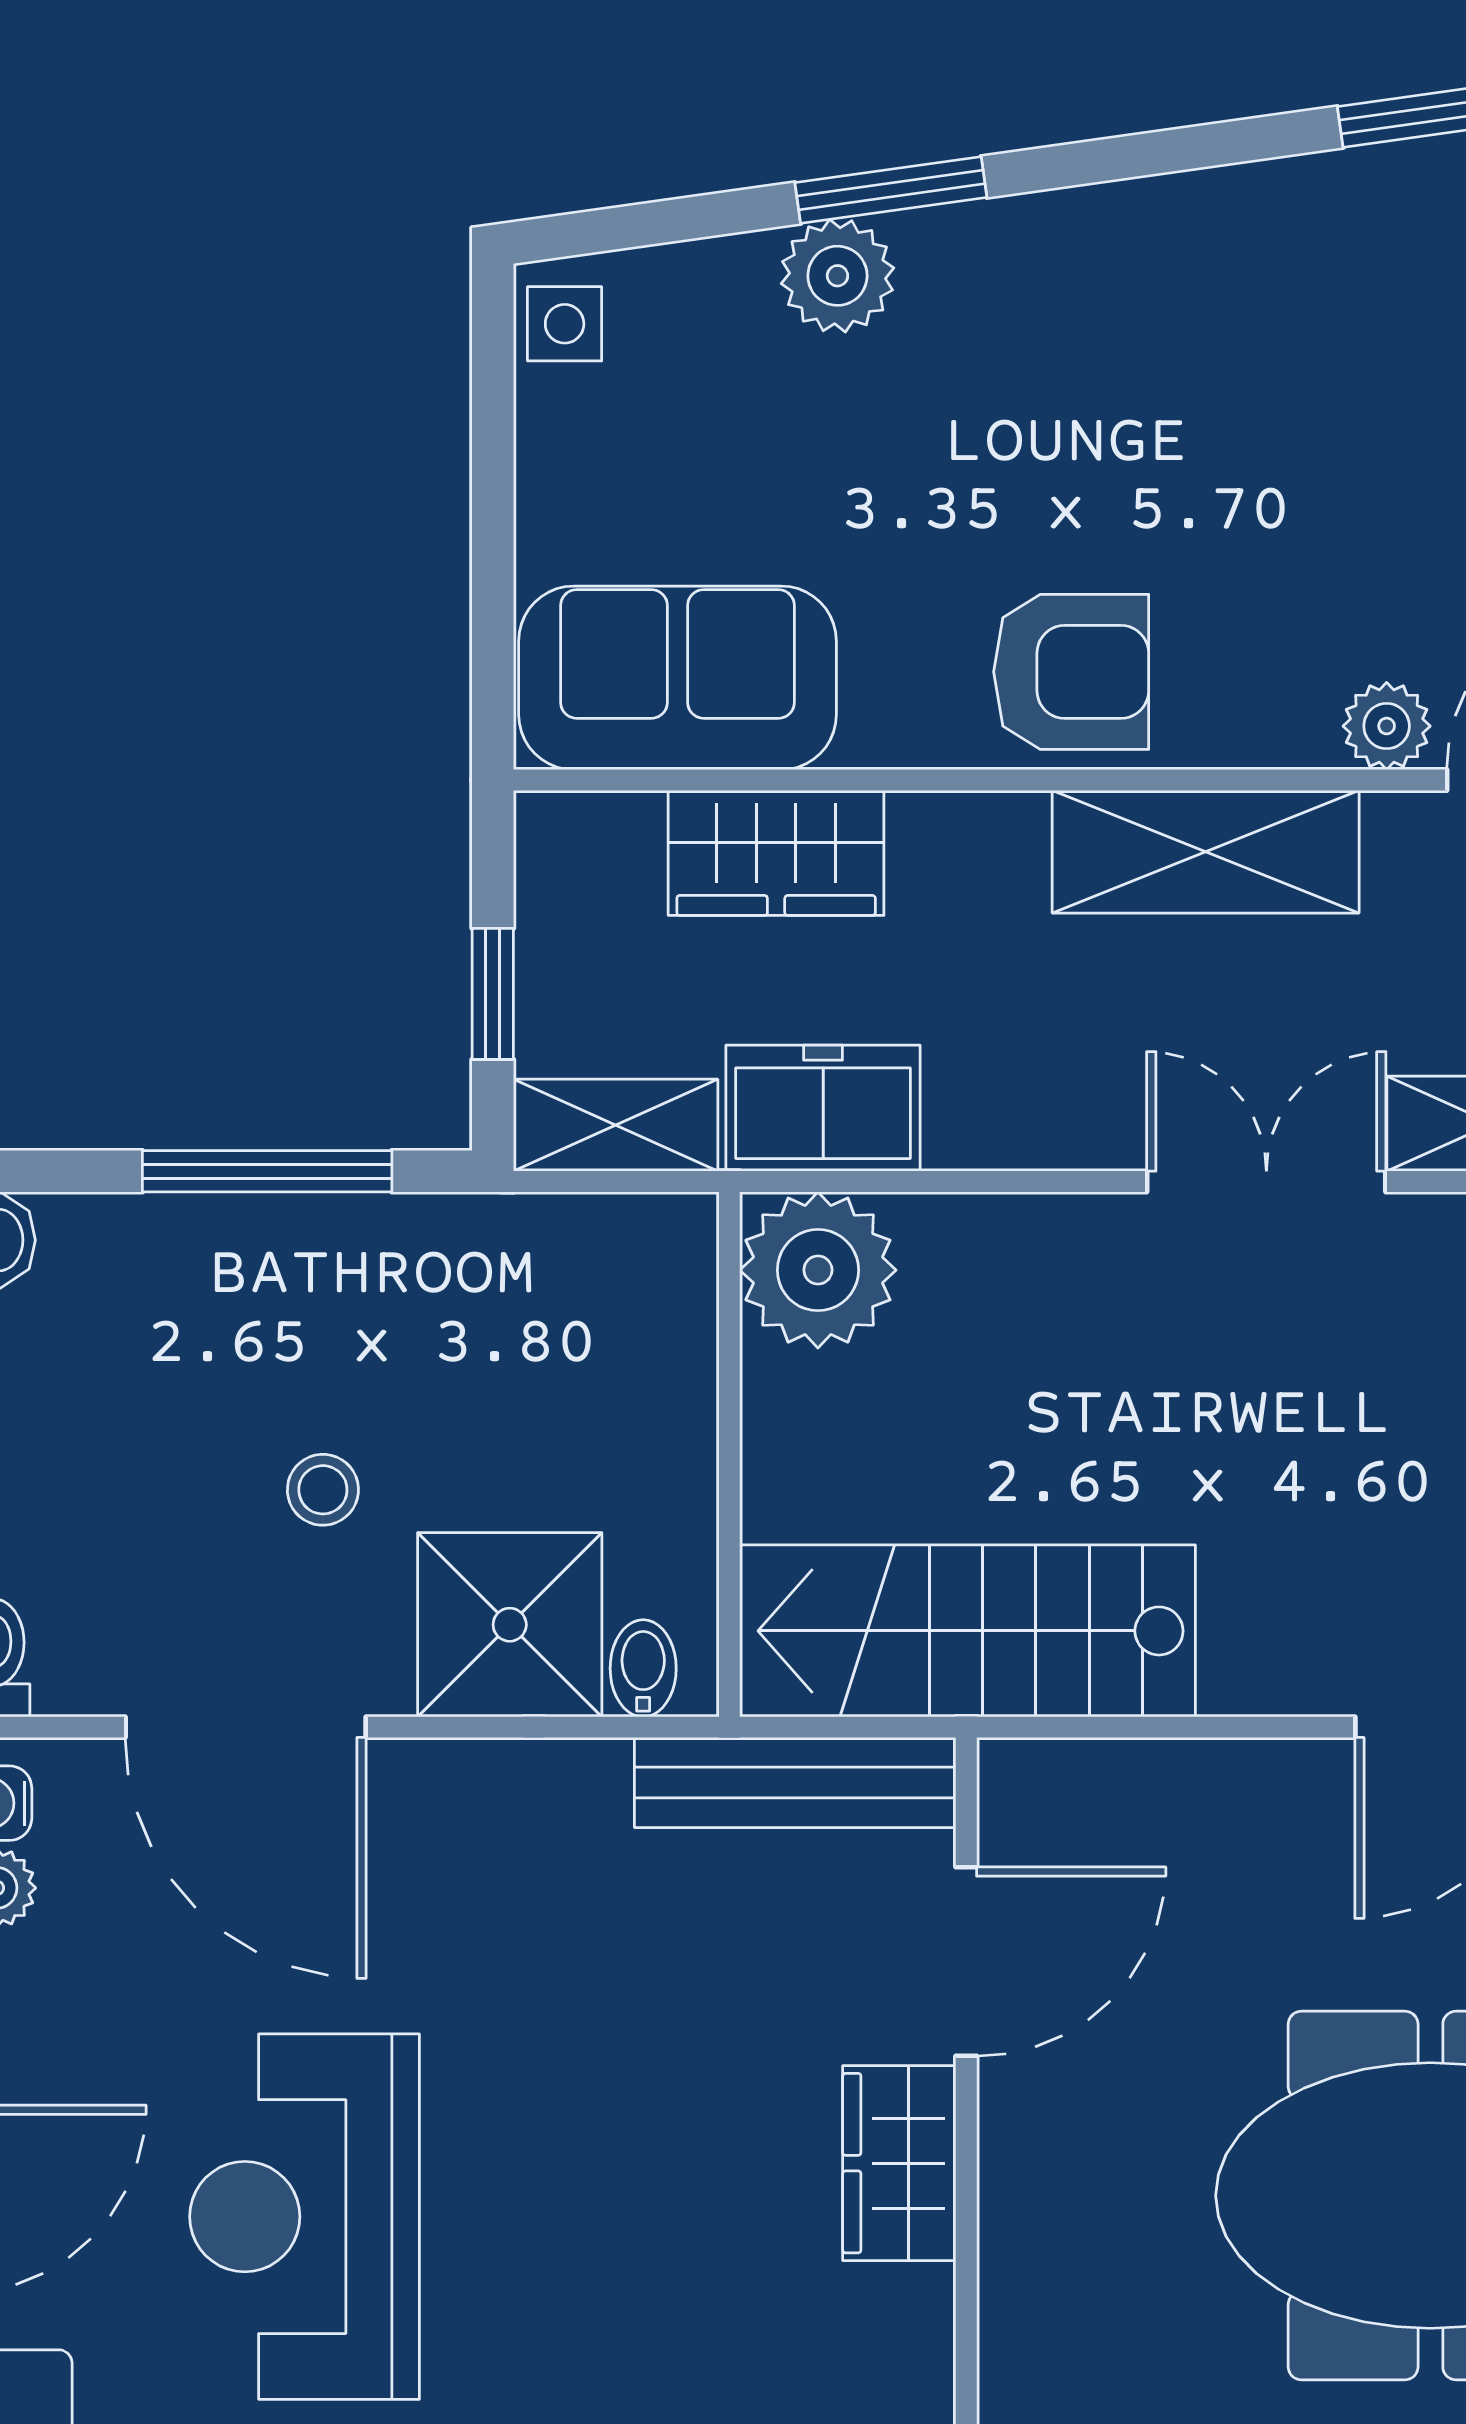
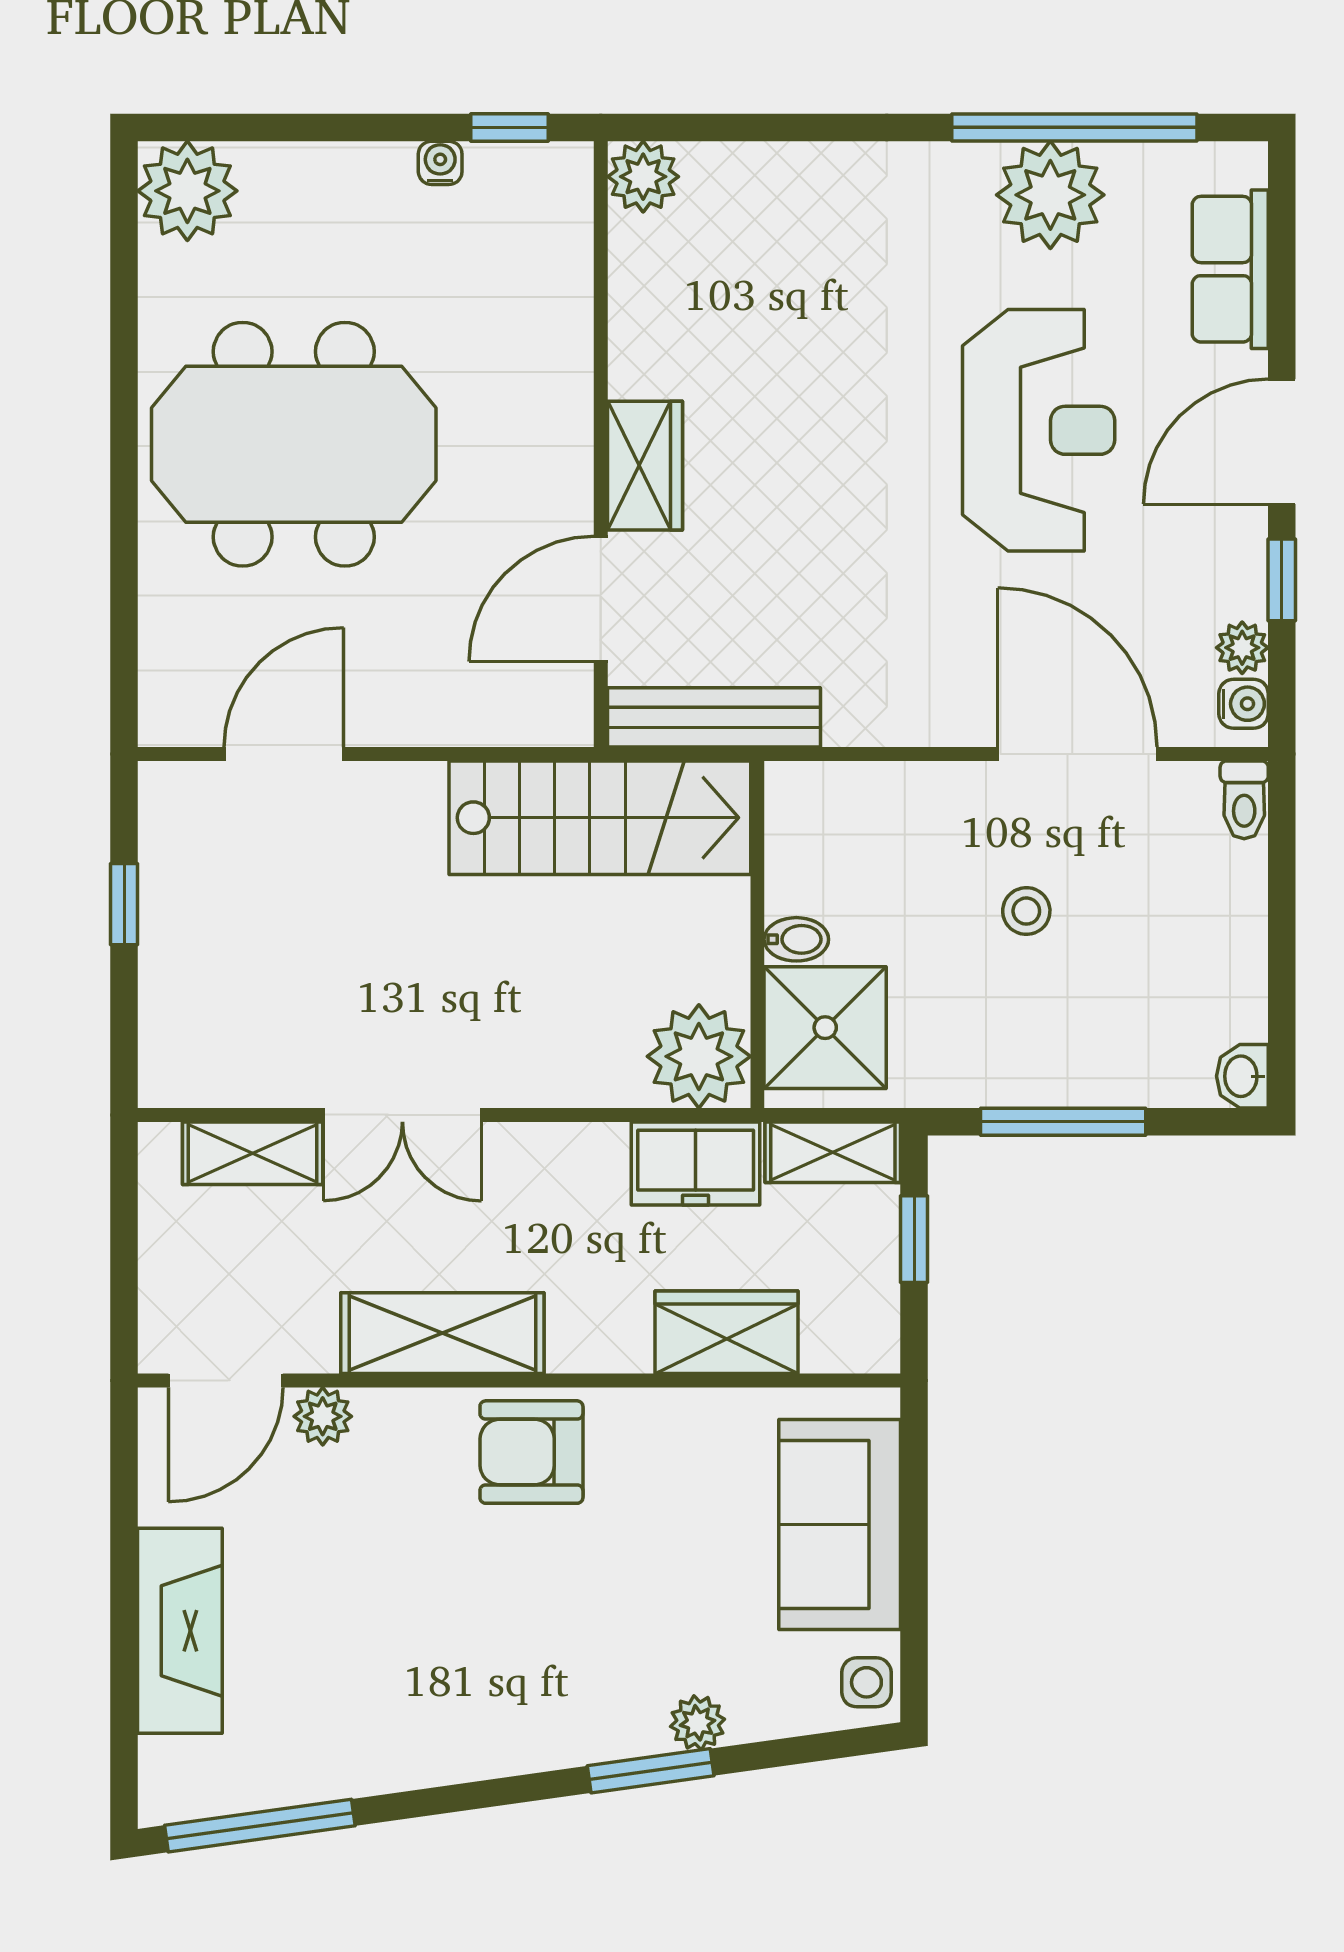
plant: (837, 276) -> (698, 1723), width x0.73, depth x0.73
sofa: (678, 678) -> (840, 1524), moved, turned 90
shower: (510, 1625) -> (825, 1028), moved
bidet: (643, 1668) -> (796, 939), moved, turned -90

